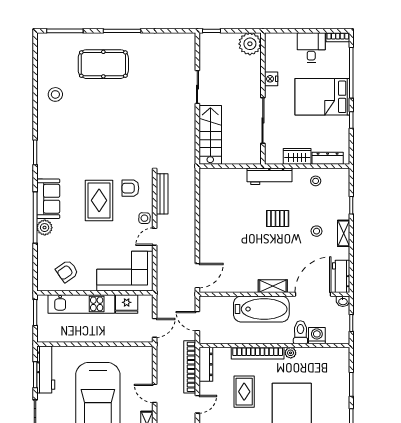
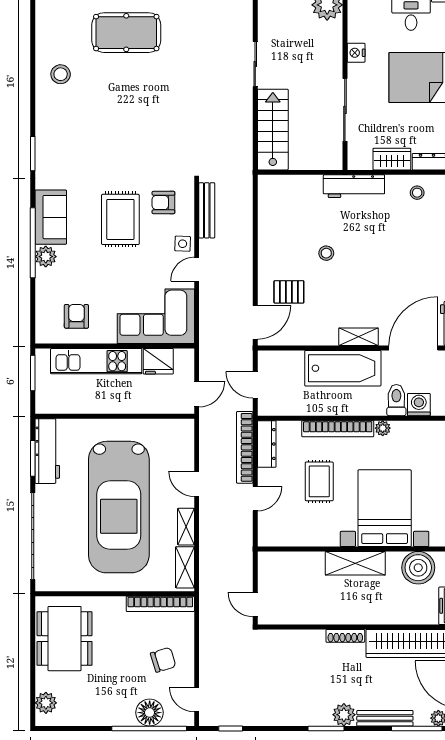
pallet: (278, 219) -> (289, 292), moved
stool: (317, 231) -> (326, 253), moved
armchair: (67, 271) -> (76, 316), turned 125

